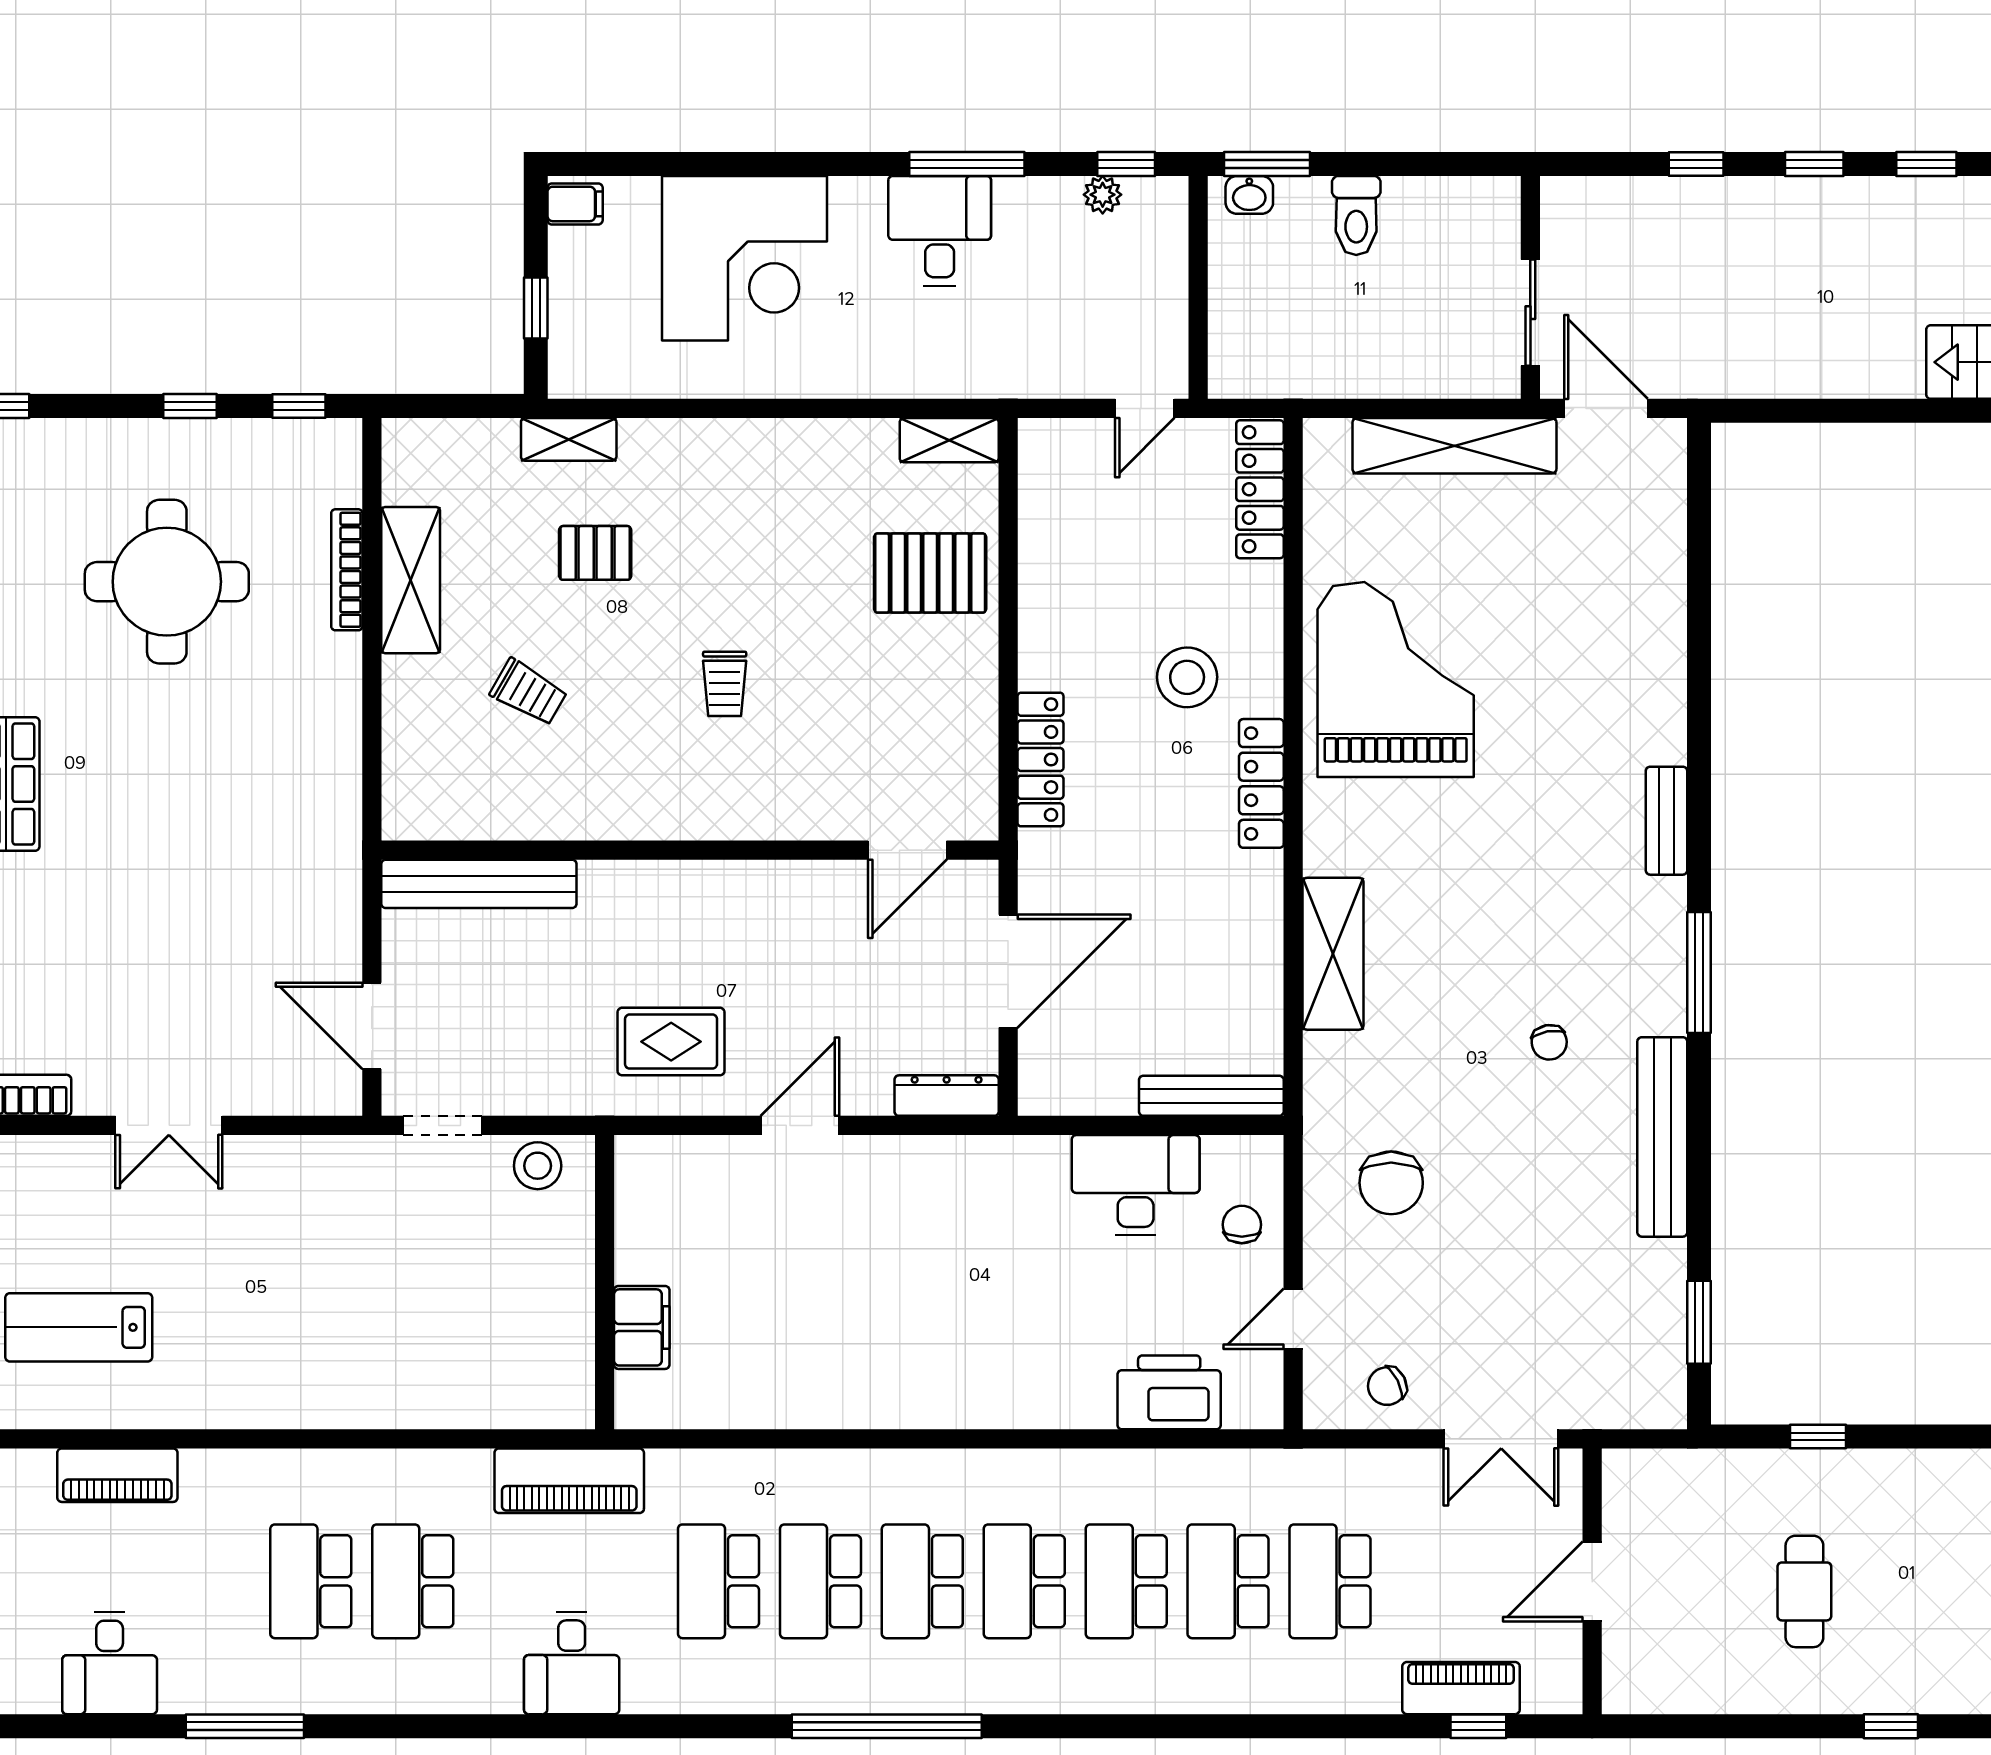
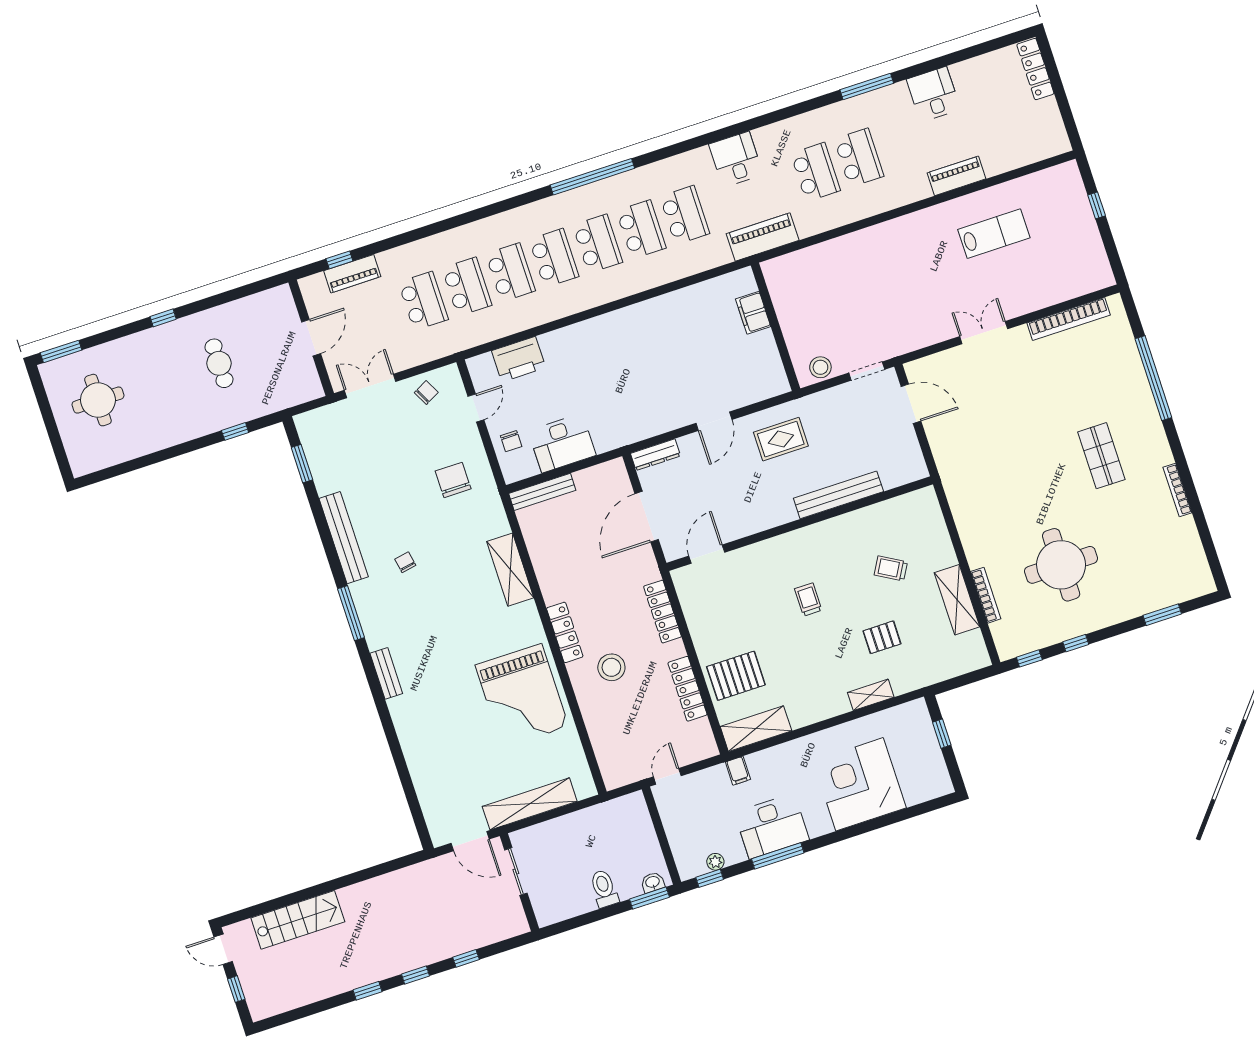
filing cabinet: (575, 204) -> (738, 771), moved, turned -90
desk: (940, 231) -> (772, 826), width x1.37
shelving: (569, 439) -> (871, 695), moved
shelving: (949, 440) -> (756, 729), width x1.50, depth x1.33
locker: (1260, 489) -> (688, 689), moved, turned 180
bench: (479, 884) -> (838, 495), moved

